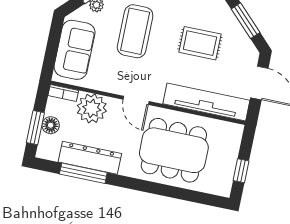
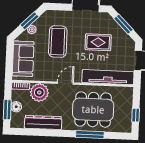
door: (136, 100) -> (65, 83), swing flipped
window: (83, 173) -> (90, 134), moved

